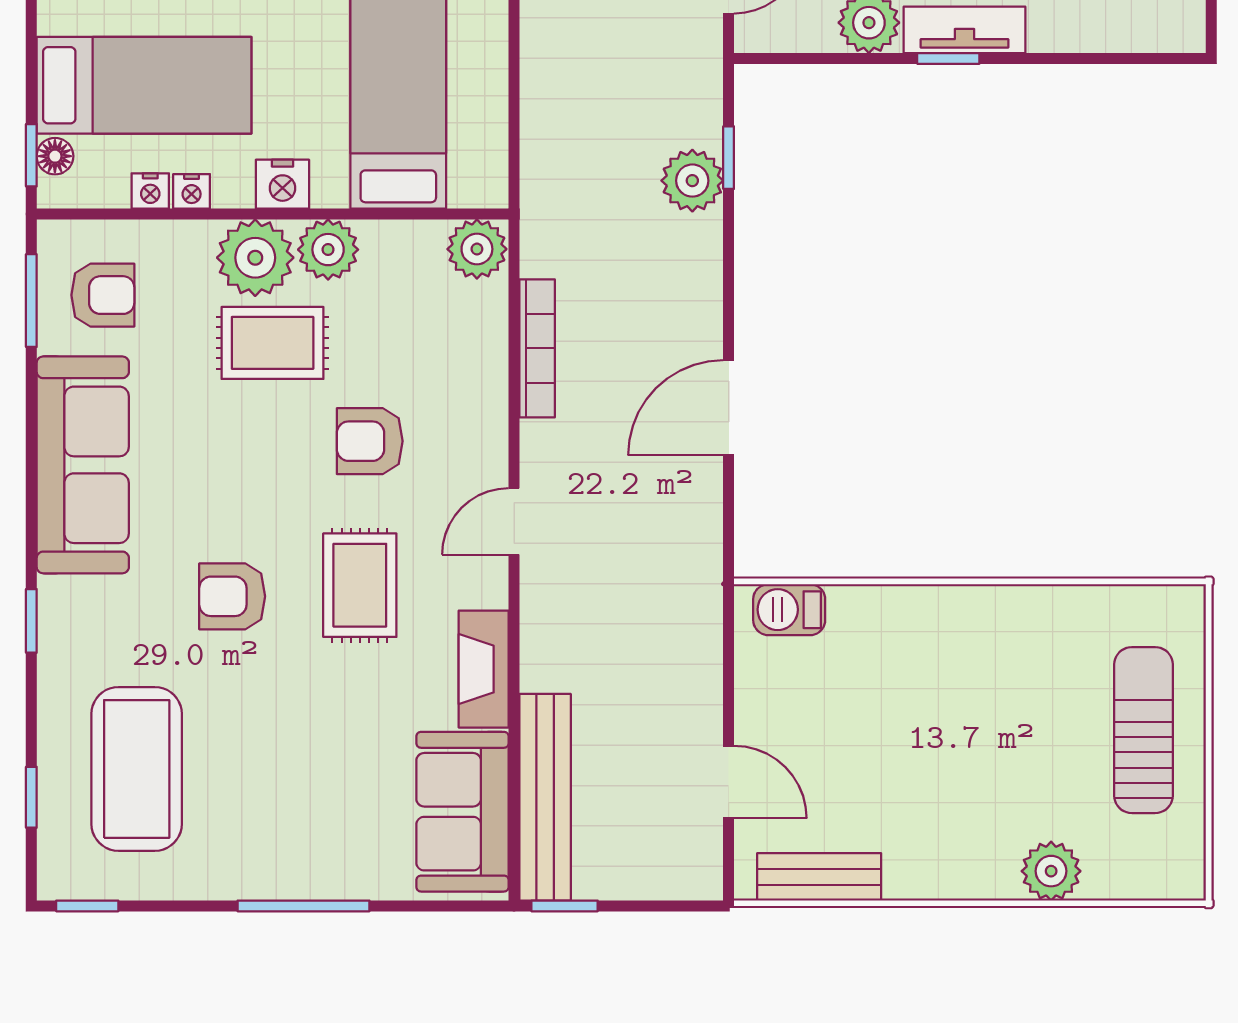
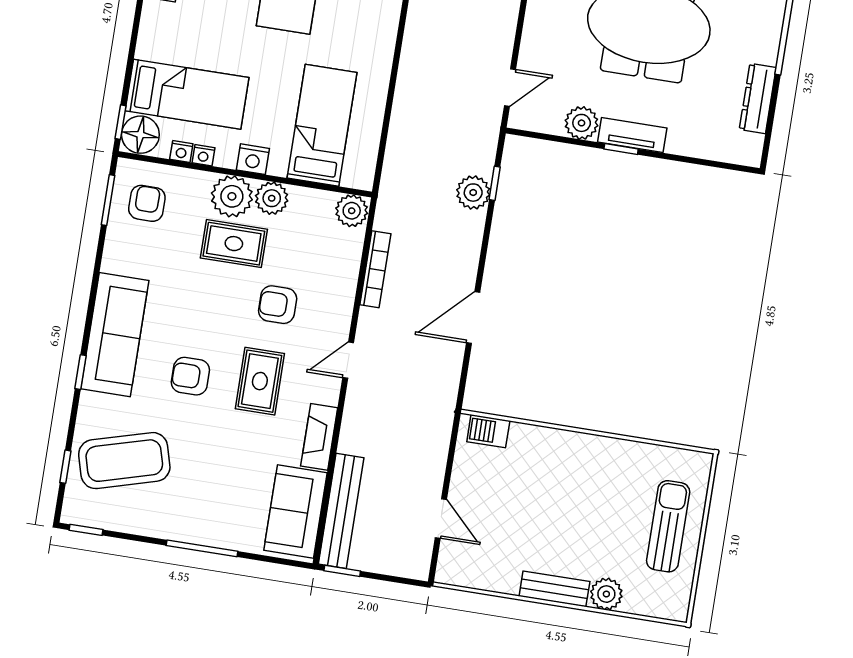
floor lamp: (55, 156) -> (140, 135), width x1.89, depth x1.89
armchair: (103, 295) -> (147, 203), turned -90
sofa: (83, 465) -> (115, 335), moved
coffee table: (137, 769) -> (124, 461), turned 74
bench: (819, 877) -> (554, 589), moved

